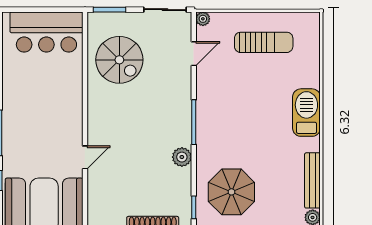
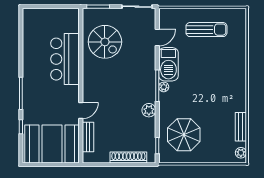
plant: (203, 19) -> (164, 87), moved
bar counter: (46, 32) -> (65, 59), moved, turned 90
barbecue: (306, 113) -> (168, 64), moved, turned 180
bench: (312, 180) -> (241, 127), width x0.73
bench: (95, 195) -> (88, 137), added

